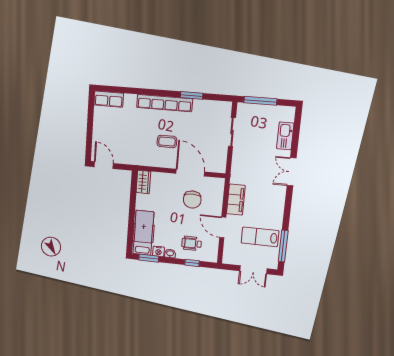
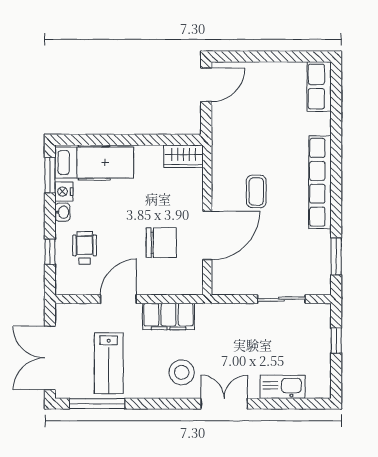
window: (192, 95) -> (336, 256), moved
window: (260, 101) -> (336, 341), width x0.46
stool: (270, 195) -> (182, 372), added
chair: (192, 200) -> (161, 243), turned 180
lab bench: (260, 237) -> (109, 363), turned 180
double door: (253, 270) -> (50, 358), width x1.37

